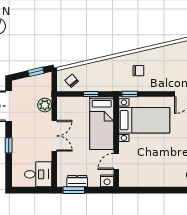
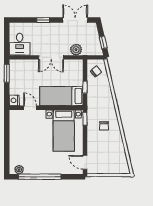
dresser: (77, 181) -> (14, 76), removed

